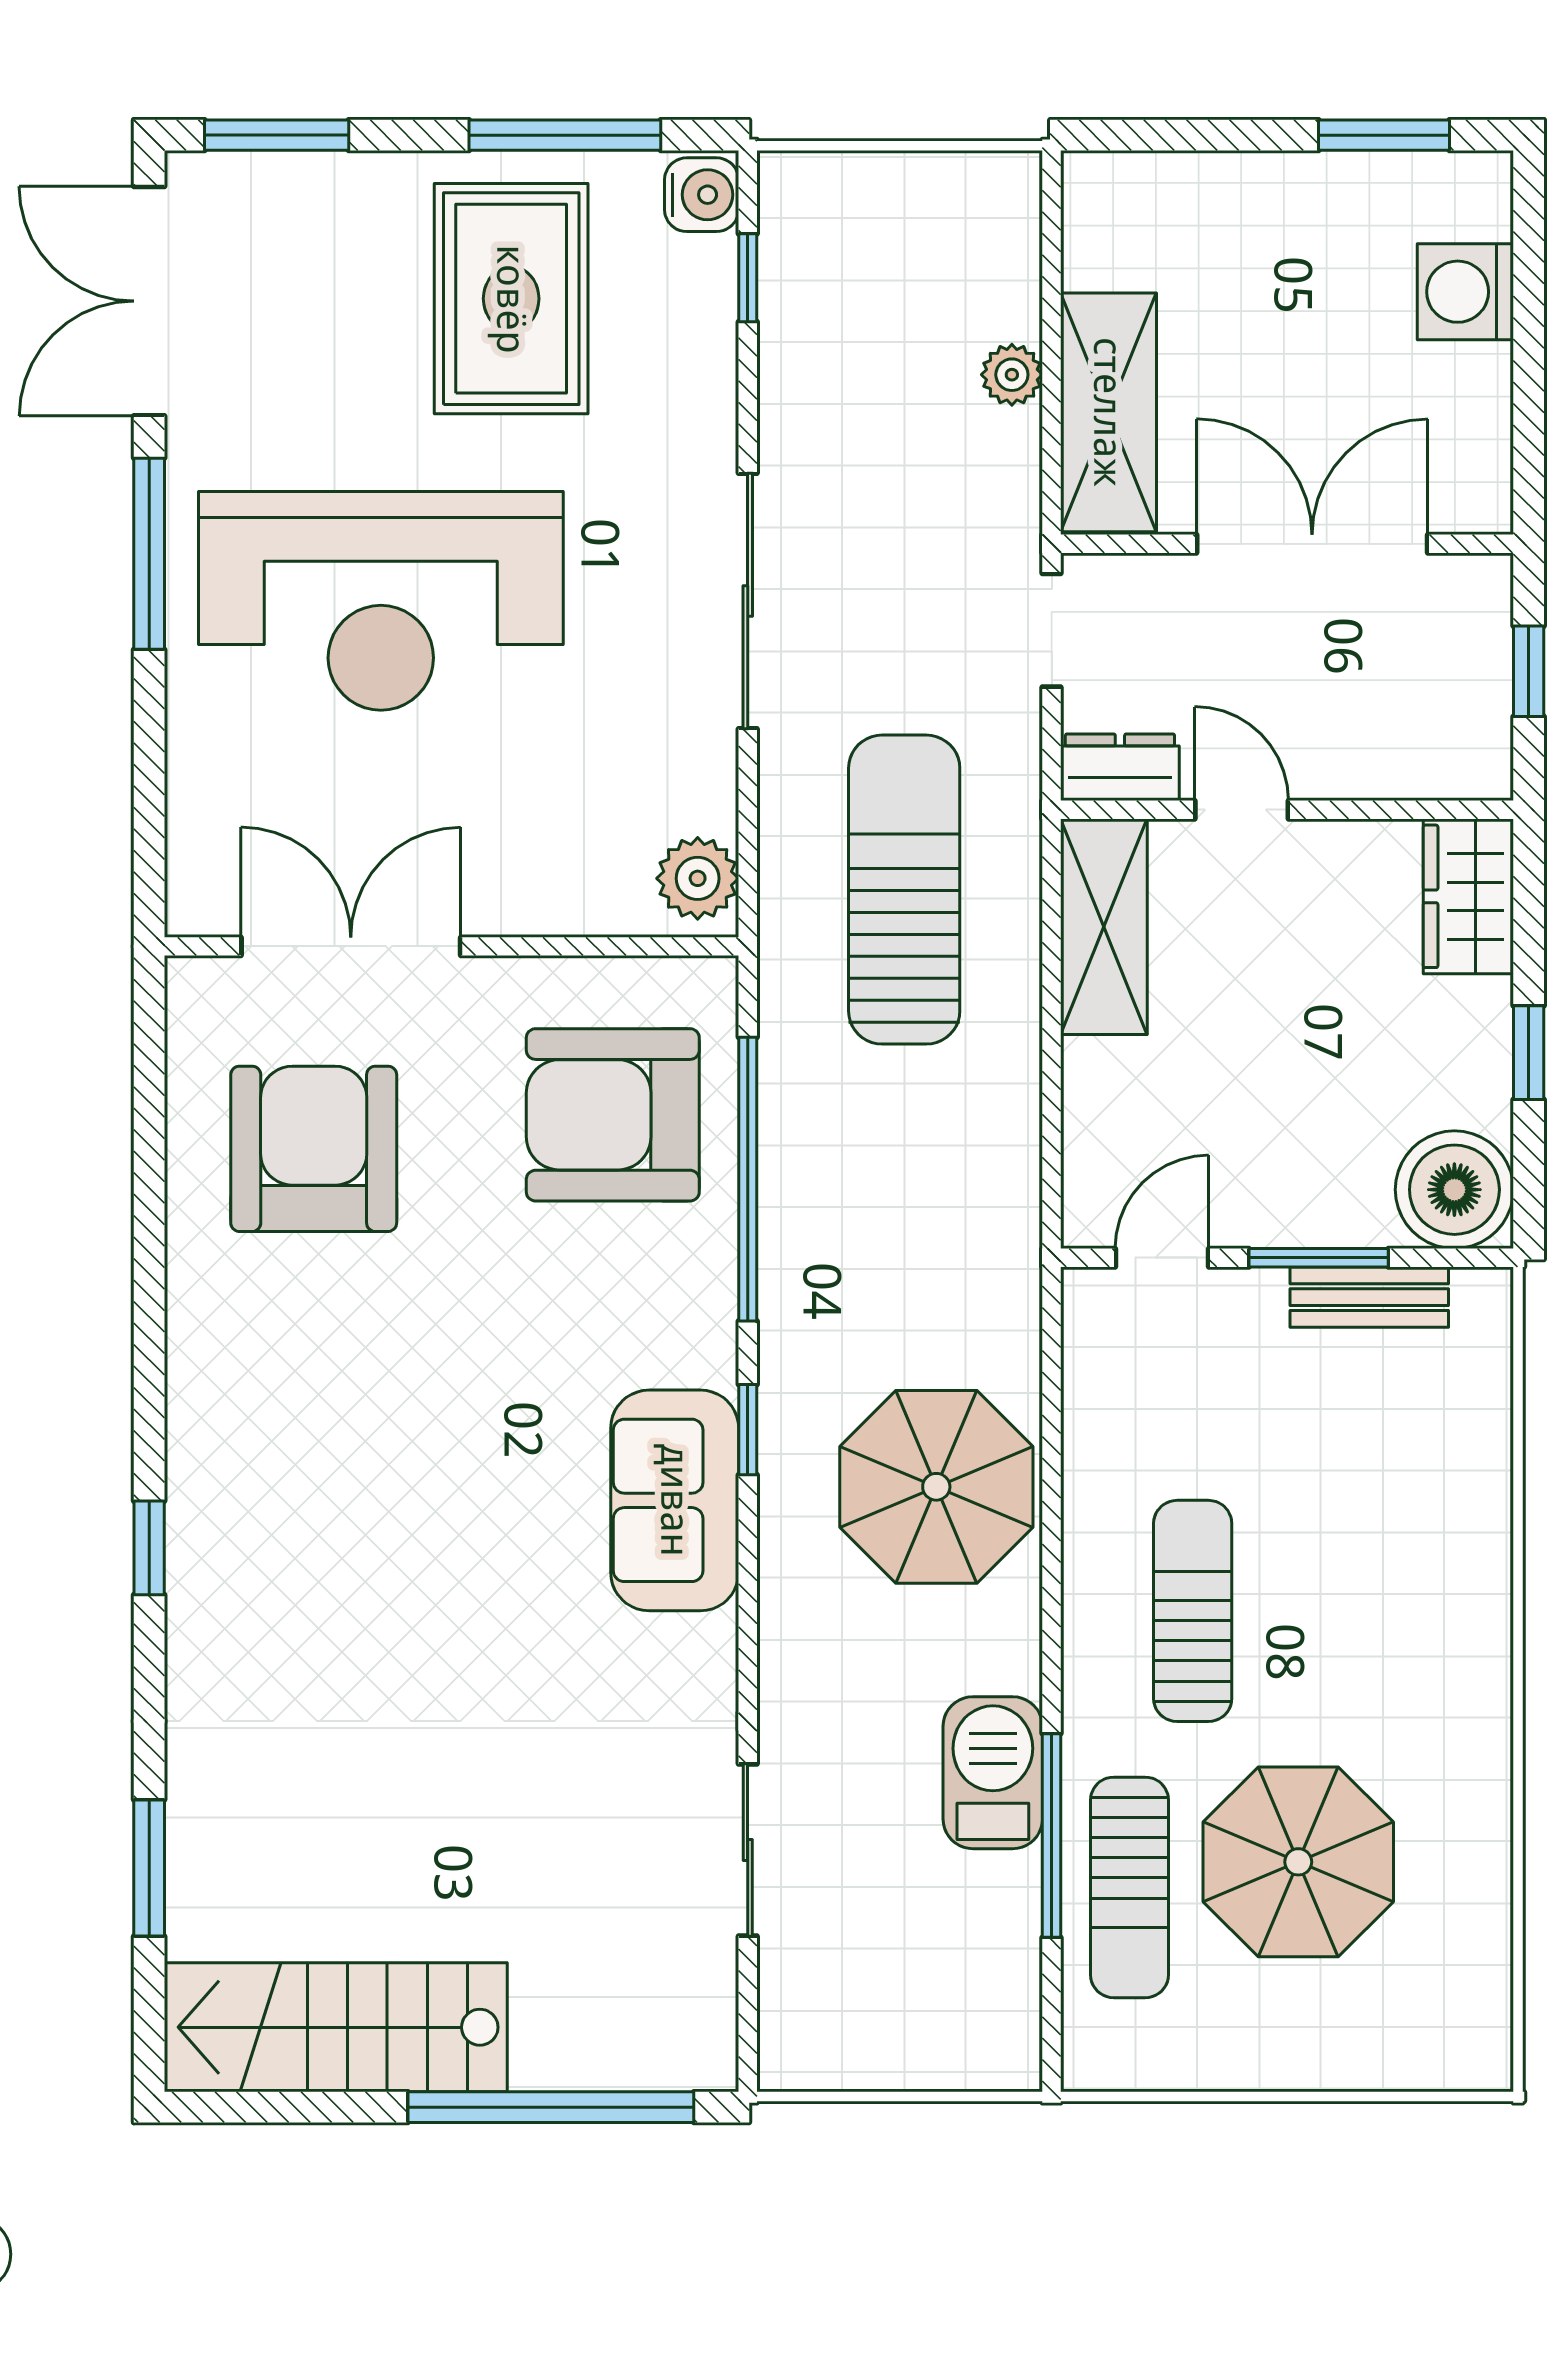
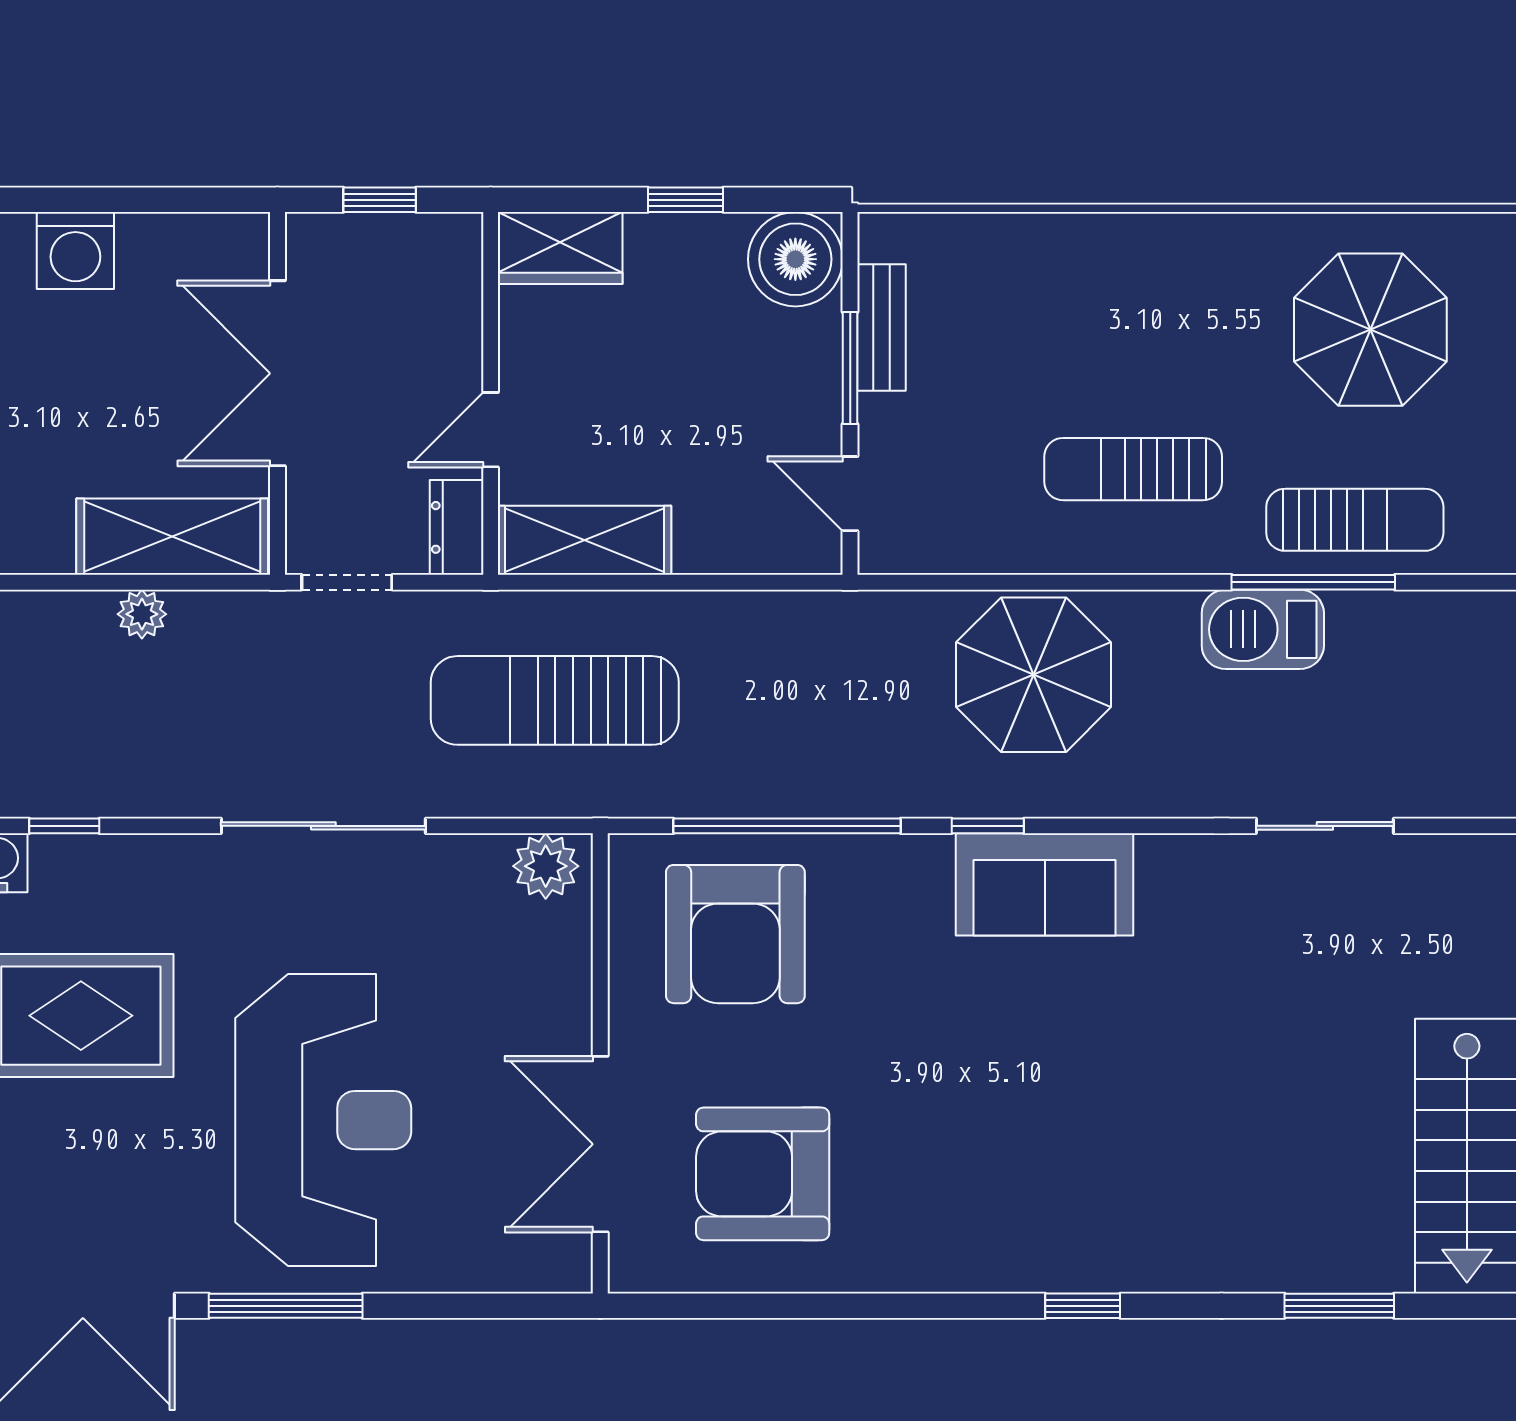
parasol: (1298, 1862) -> (1370, 330), moved

